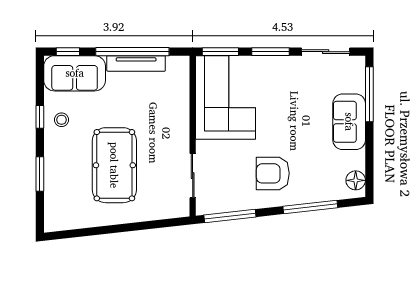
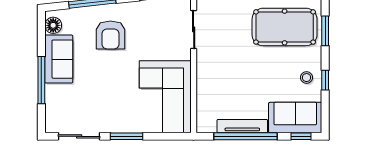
window: (220, 52) -> (170, 136), removed
window: (369, 94) -> (41, 80), moved
sofa: (349, 122) -> (59, 59), moved
pool table: (114, 165) -> (285, 27), moved, turned 90
armchair: (273, 173) -> (110, 35), moved, turned 90

